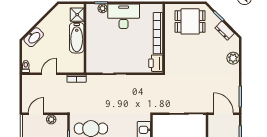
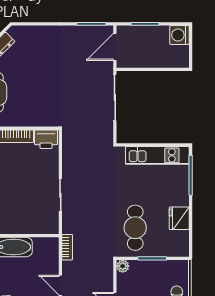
plant: (233, 58) -> (39, 34), removed
plant: (51, 119) -> (123, 266), moved

